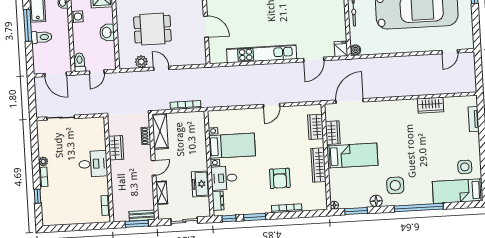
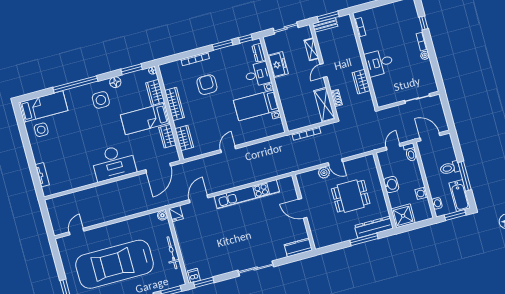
plant: (141, 62) -> (324, 173), moved
wardrobe: (431, 105) -> (155, 92), moved, turned -90
desk: (395, 116) -> (114, 163), added

